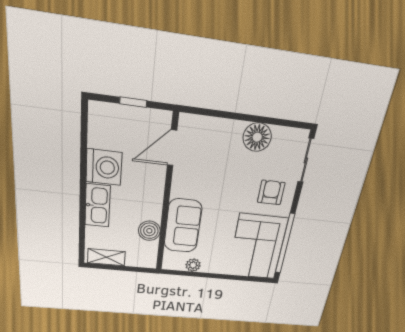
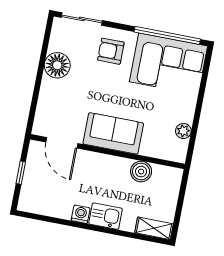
washing machine: (104, 167) -> (81, 214), width x0.53, depth x0.53
kitchen sink: (98, 206) -> (105, 216), width x0.73
sofa: (183, 226) -> (113, 133), moved
shelving: (106, 257) -> (154, 228), moved, turned 90

